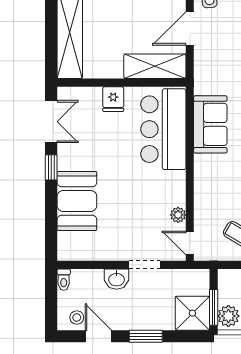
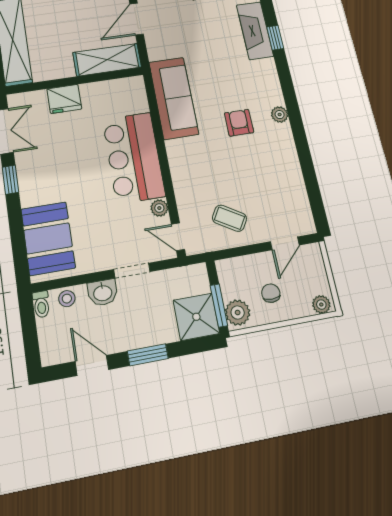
fridge: (113, 99) -> (64, 99), width x1.38
sofa: (210, 124) -> (174, 98), width x1.36
bar counter: (163, 129) -> (134, 158), moved
booth: (77, 201) -> (48, 238), moved
stool: (77, 317) -> (67, 299), moved

